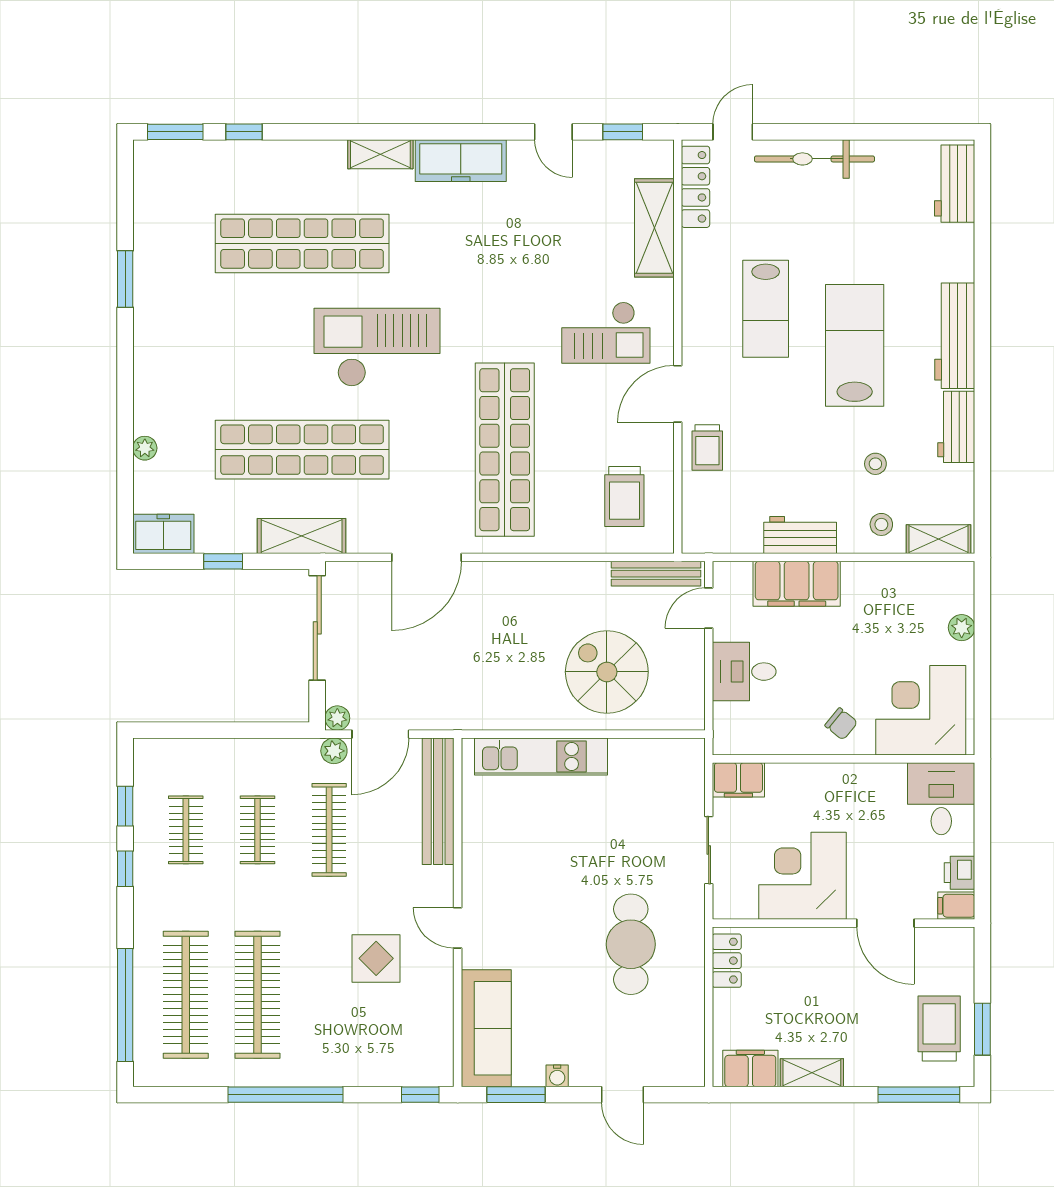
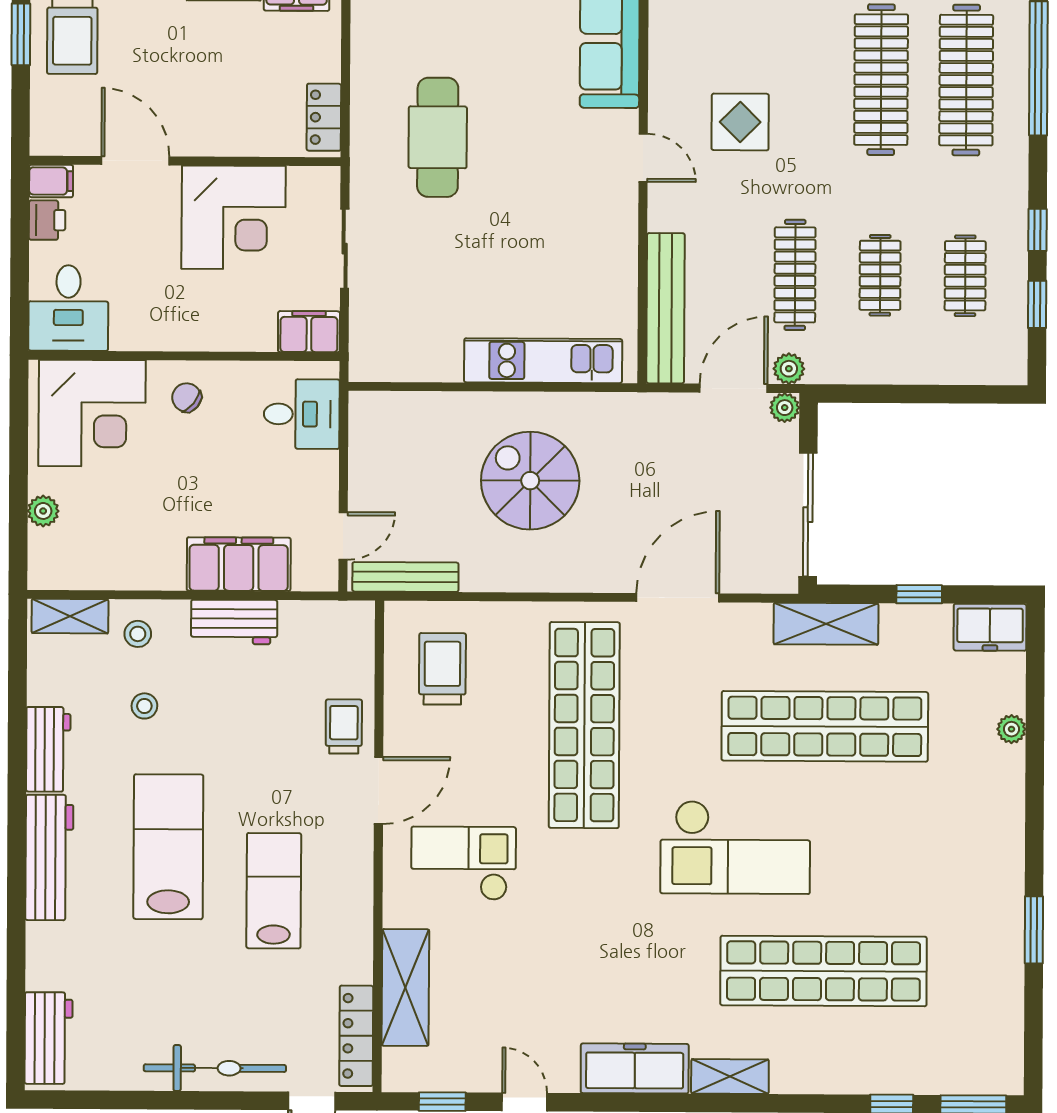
lab bench: (855, 345) -> (168, 847), turned 180
spiral stairs: (607, 672) -> (530, 481), moved, turned 180
desk: (744, 672) -> (302, 414), moved

